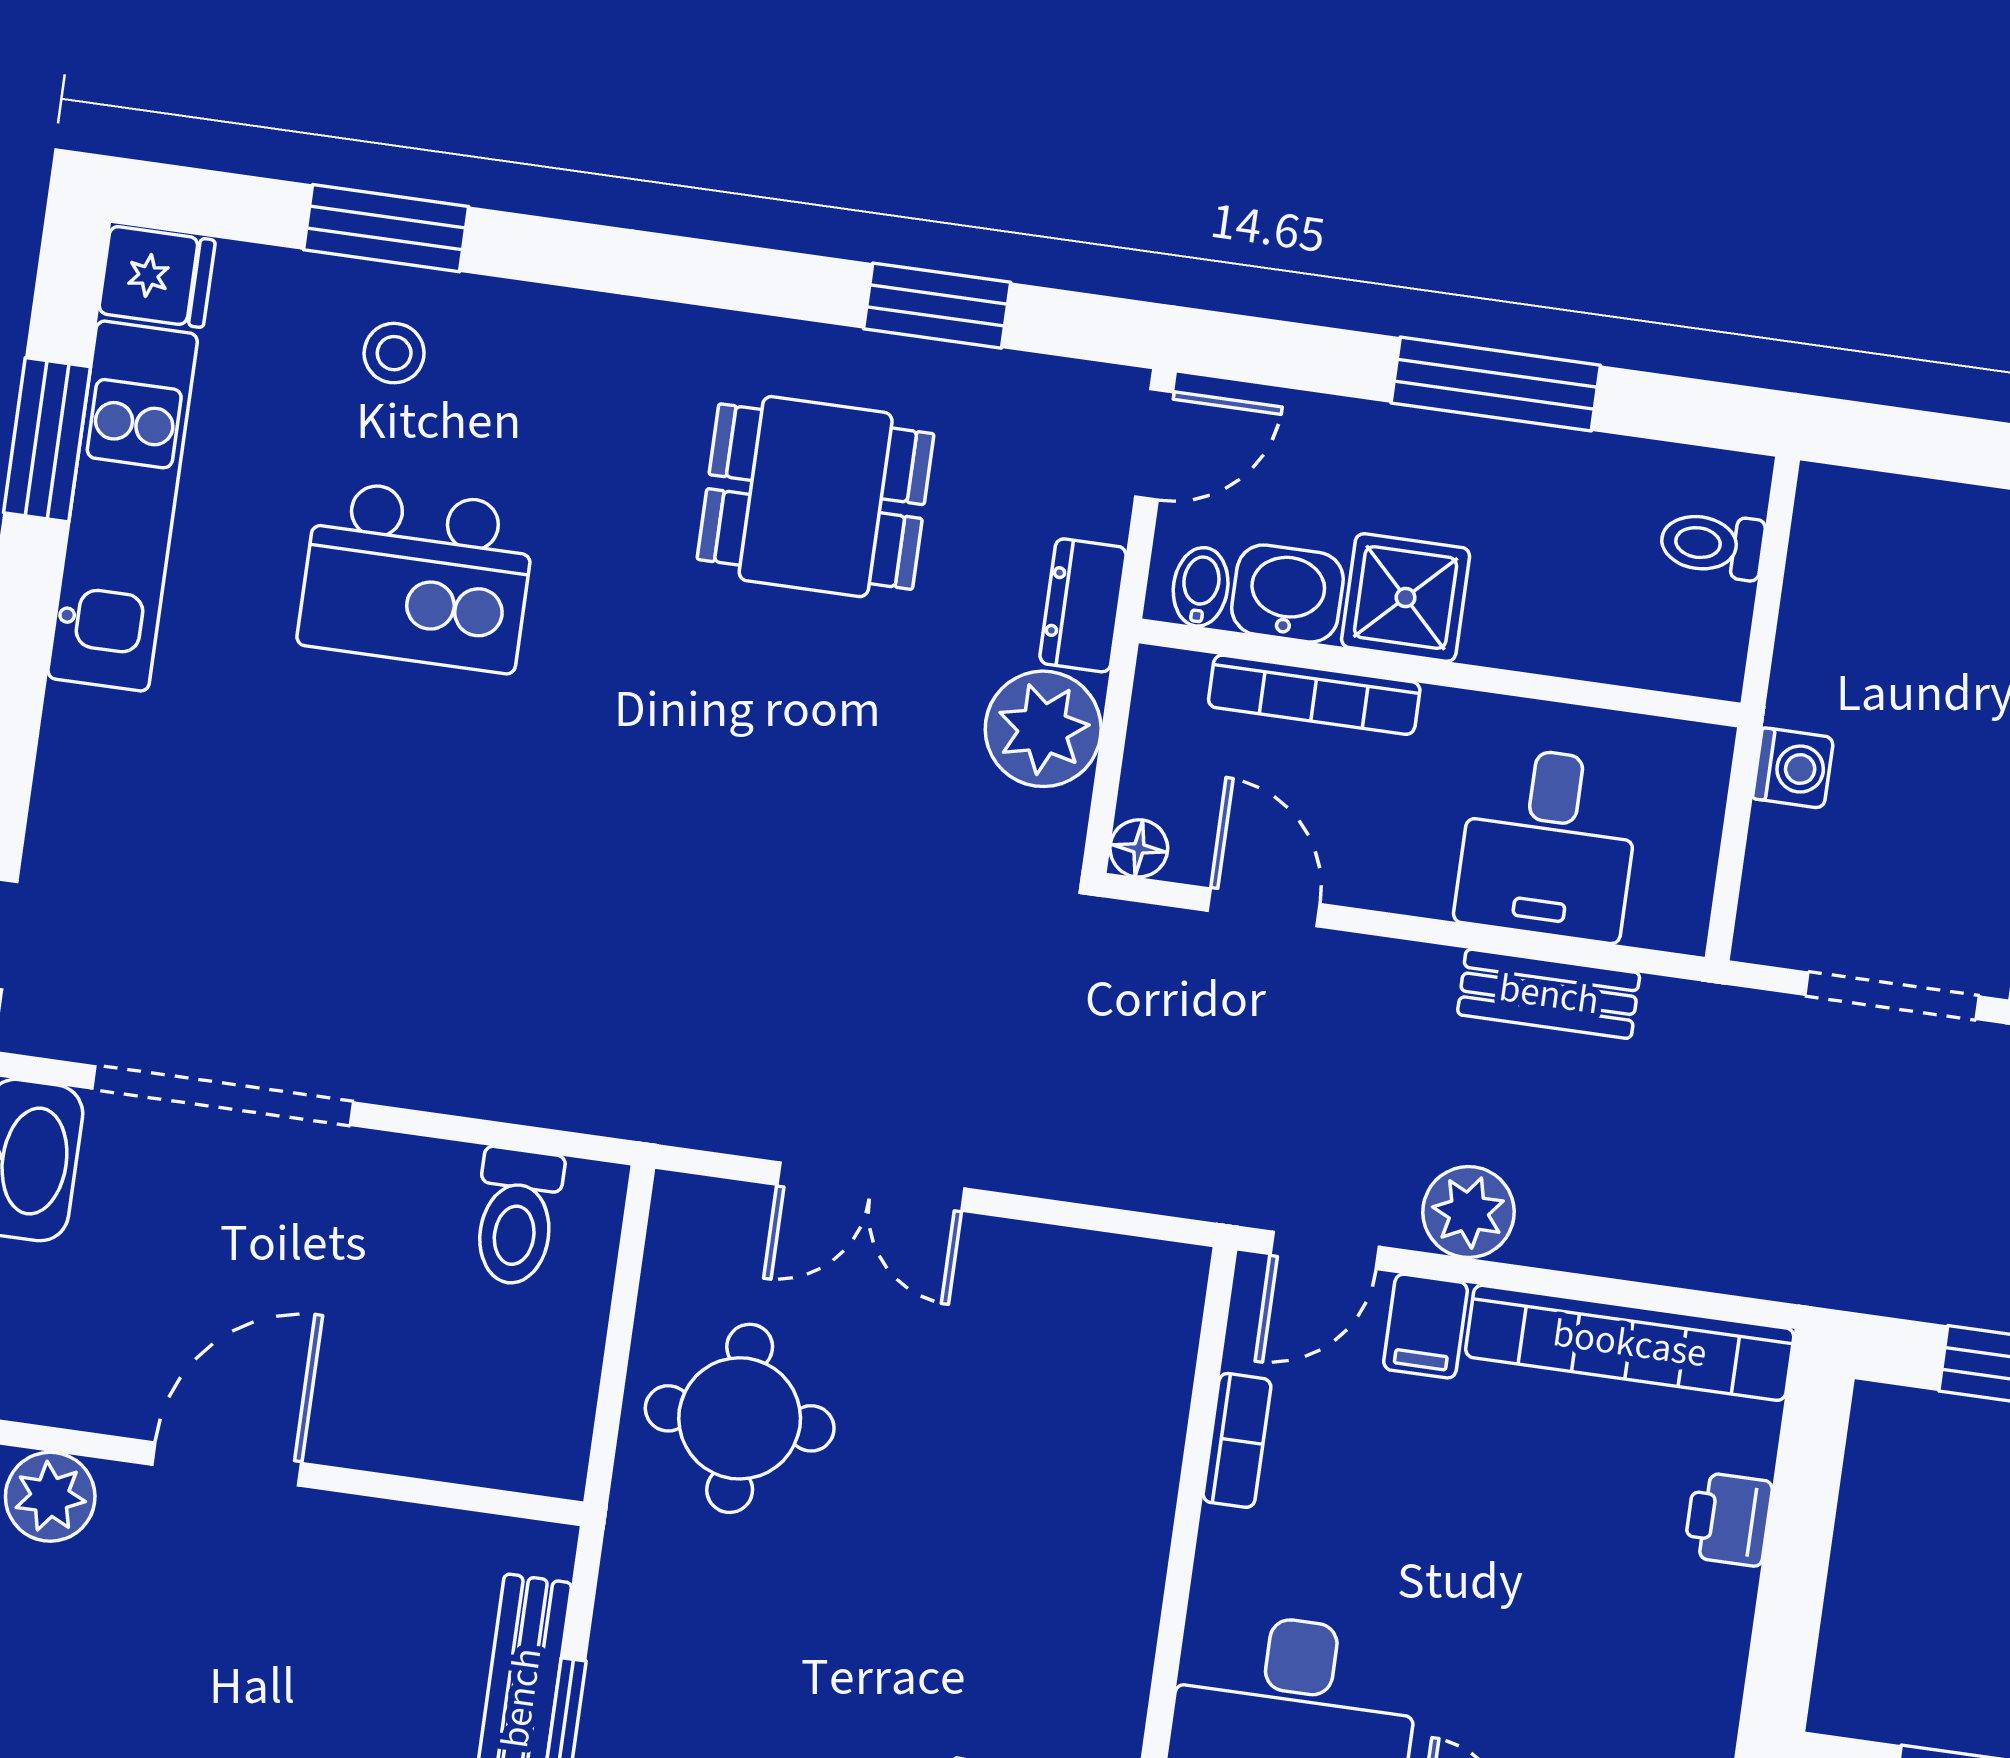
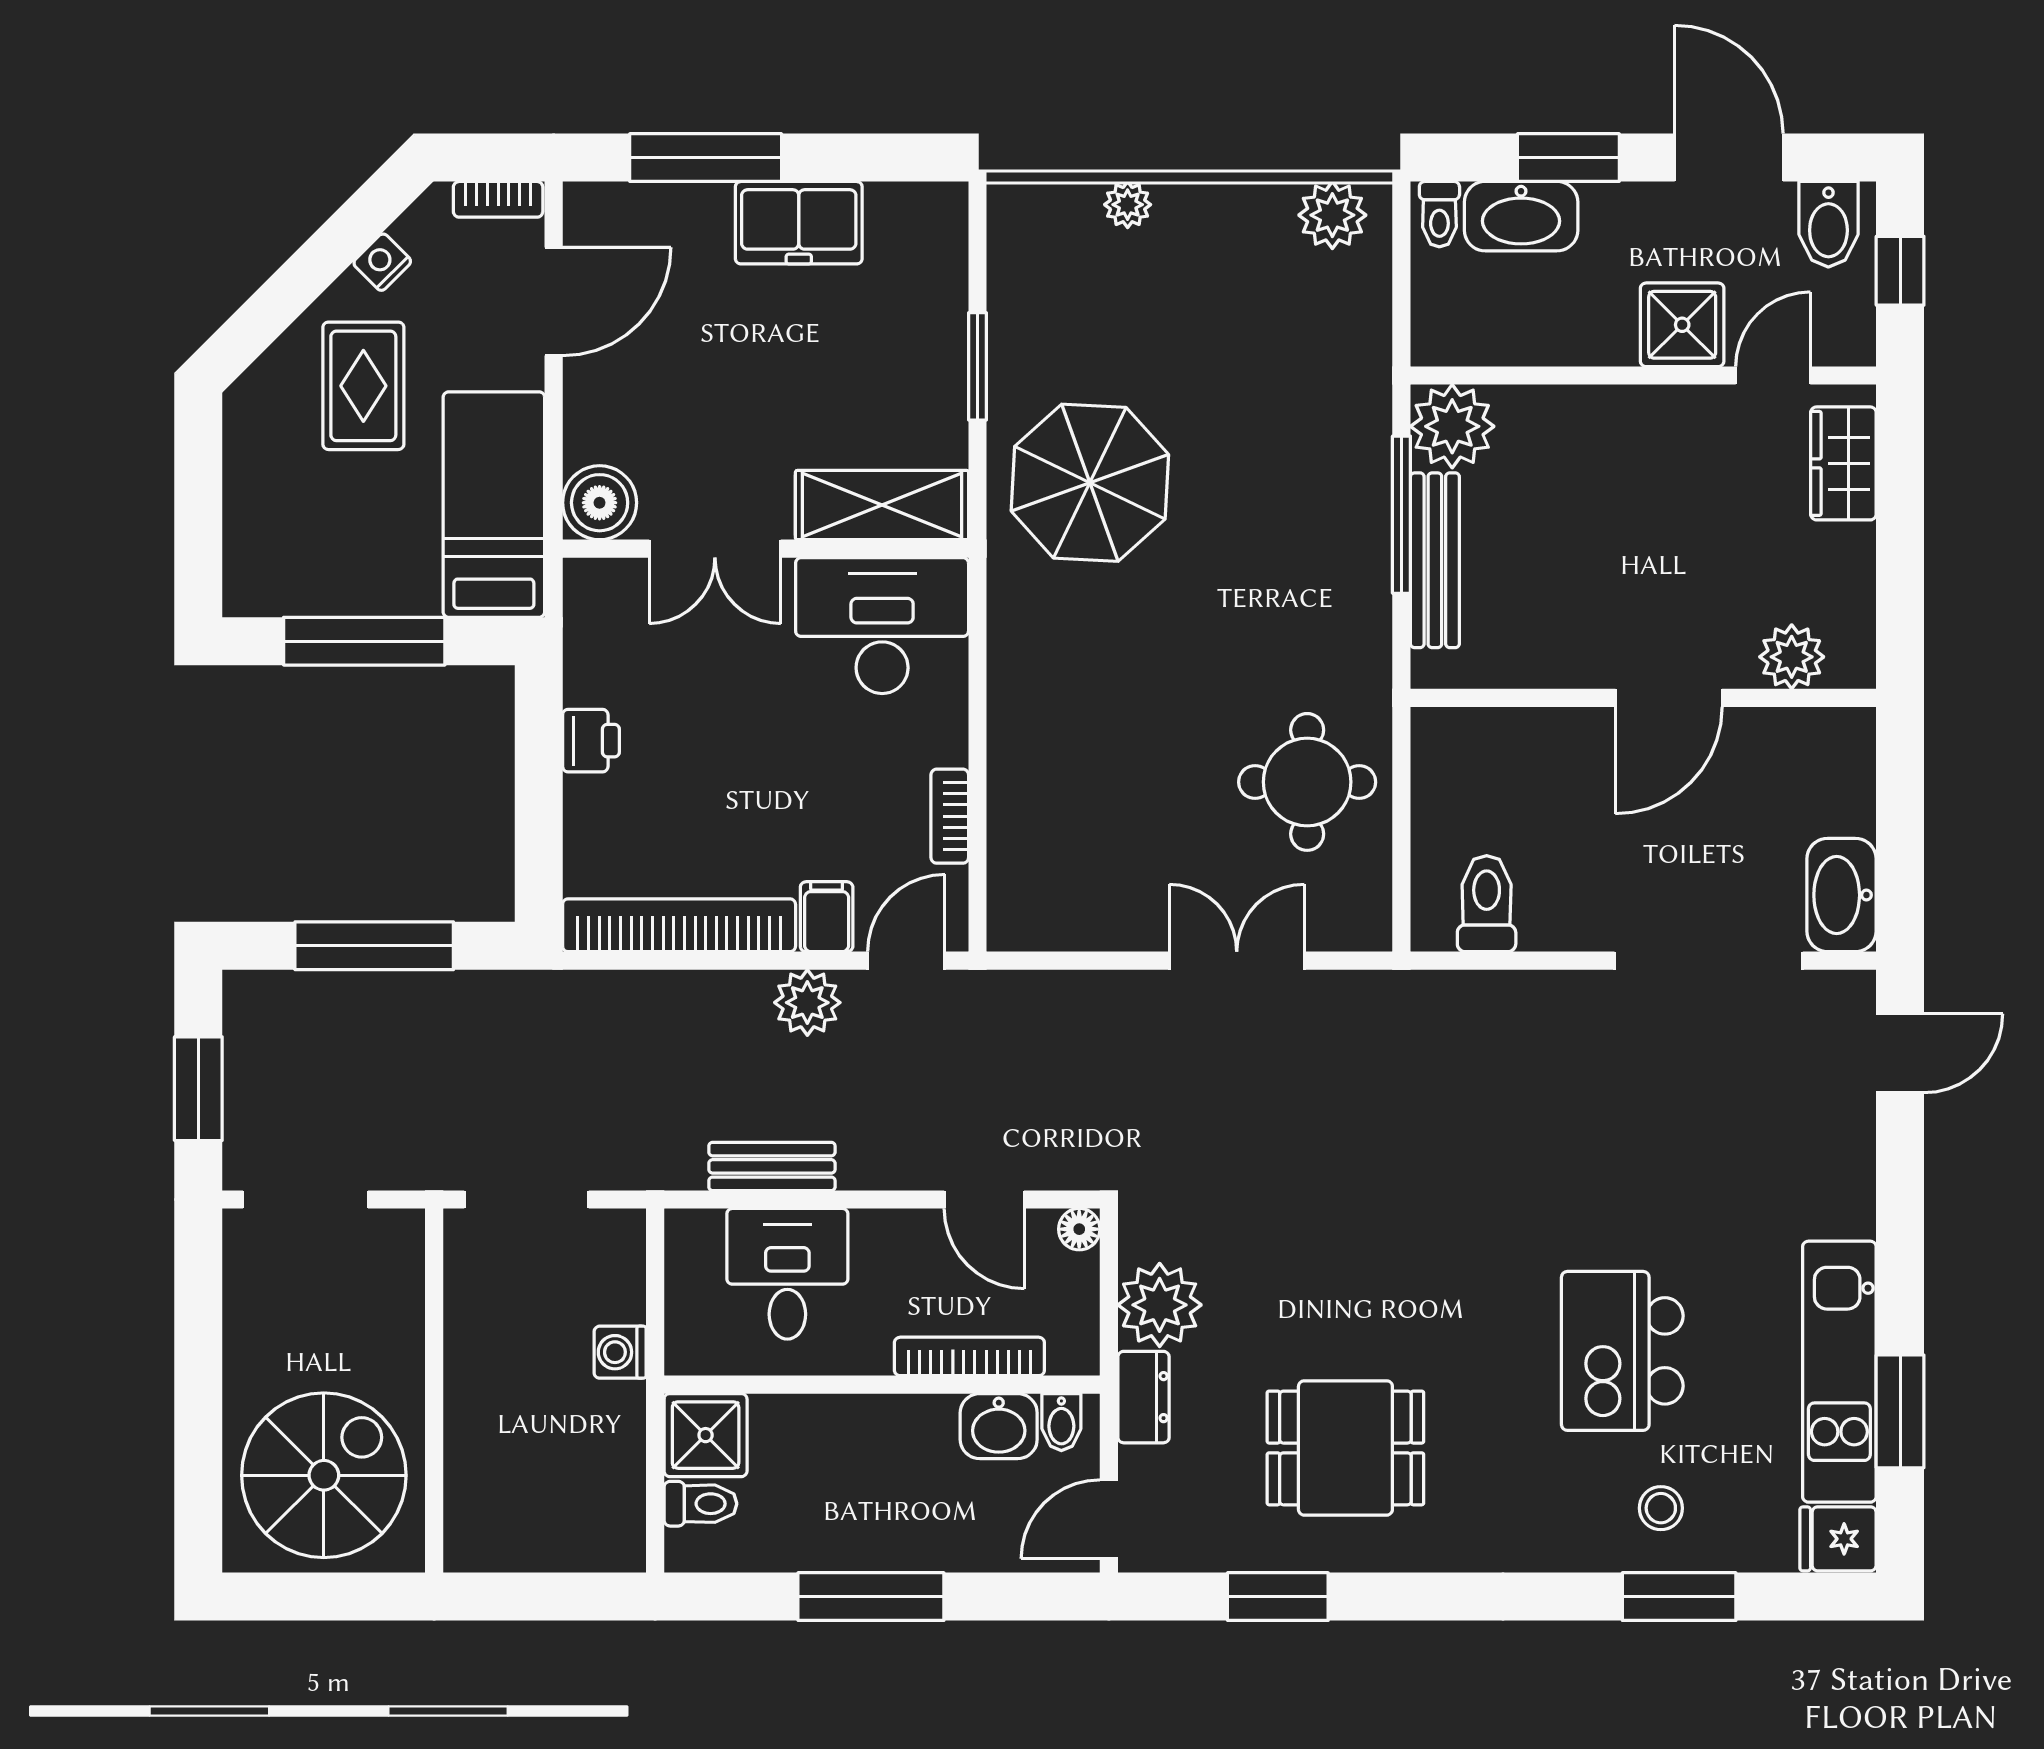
kitchen island: (417, 576) -> (1622, 1351), turned -90
shower: (1406, 598) -> (706, 1435), moved
printer: (1728, 1519) -> (591, 741), moved

